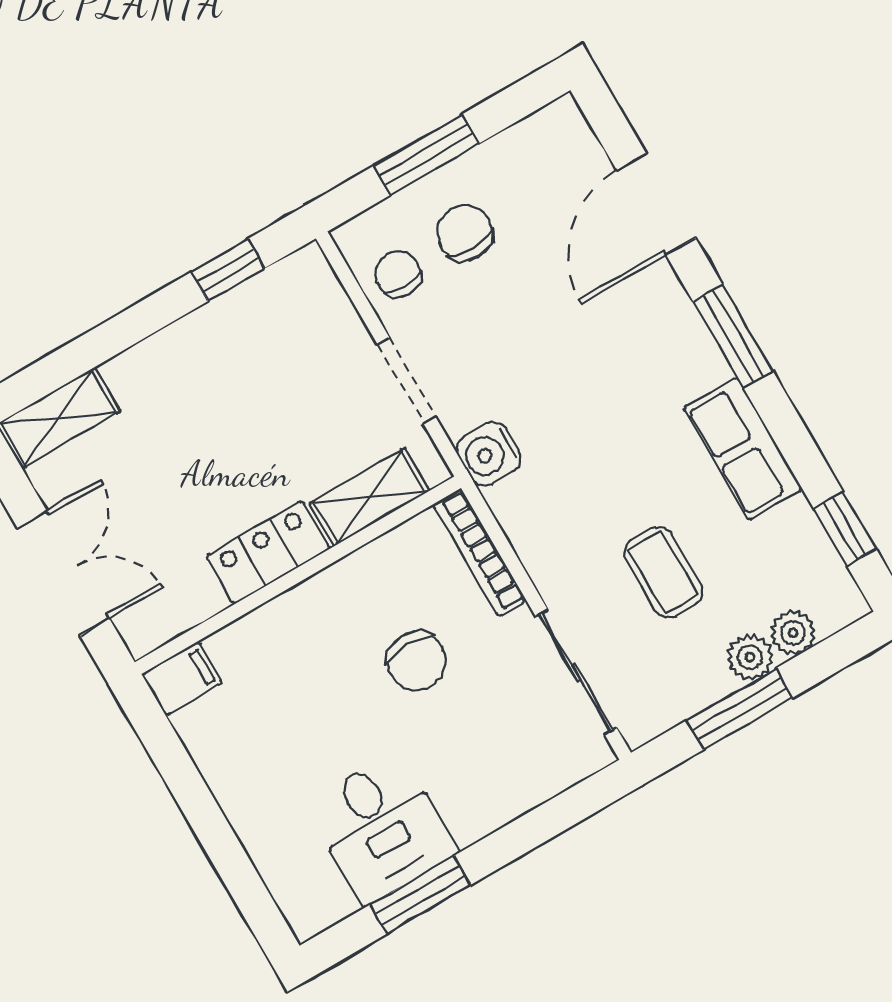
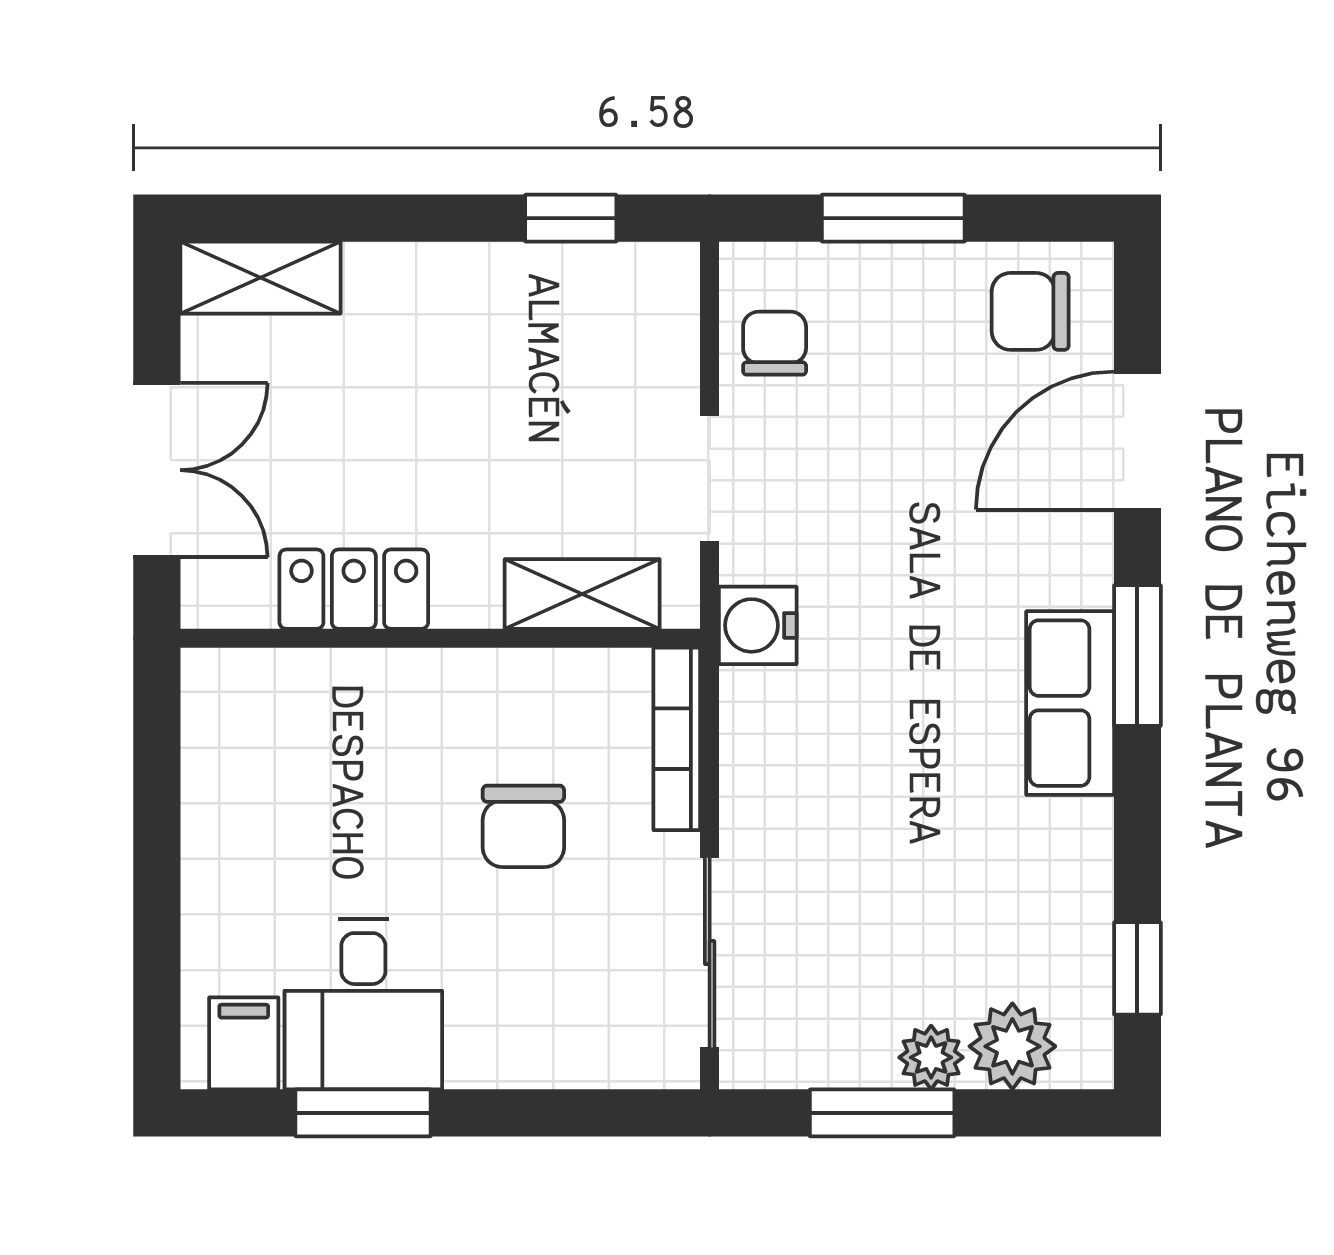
chair: (465, 233) -> (1030, 311), moved, turned -90
row of seats: (743, 449) -> (1070, 703), moved
locker: (268, 552) -> (354, 589), moved
coffee table: (663, 572) -> (886, 893), removed
plant: (793, 633) -> (1012, 1046), width x1.38, depth x1.38
filing cabinet: (182, 679) -> (244, 1043), moved, turned -90

